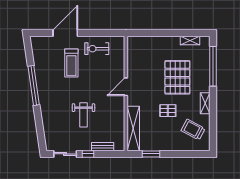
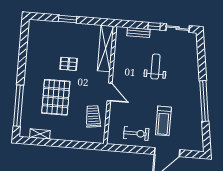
treadmill: (71, 63) -> (163, 121), turned 180
door: (126, 87) -> (110, 92), hinge flipped
shelving: (205, 103) -> (30, 68), removed
trolley: (193, 129) -> (93, 116), moved, turned -126
window: (151, 154) -> (68, 19), moved

